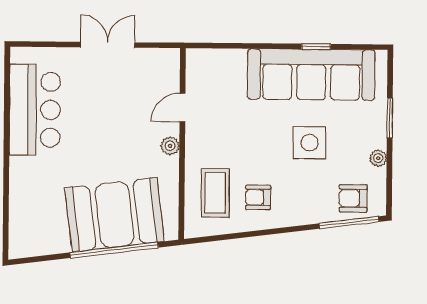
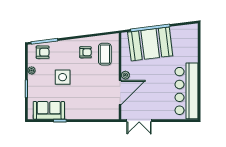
double door: (108, 45) -> (139, 121), moved
sofa: (311, 75) -> (49, 110), width x0.54, depth x0.79
door: (182, 108) -> (120, 92), width x1.87
bar counter: (35, 110) -> (187, 91), width x1.36

